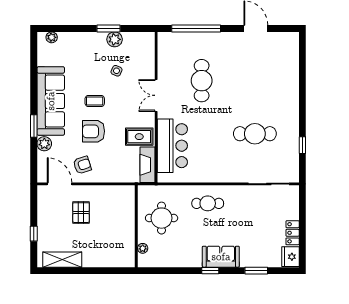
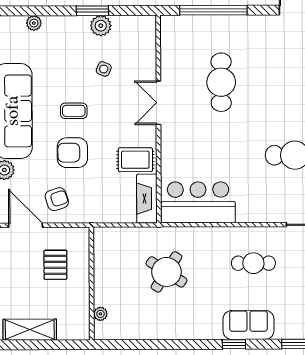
plant: (52, 37) -> (34, 23), moved
bar counter: (172, 146) -> (198, 202), moved, turned -90
cafe table: (208, 203) -> (253, 263), moved
round table: (162, 218) -> (166, 272), turned 33
wall: (136, 226) -> (92, 284), moved
plant: (143, 248) -> (100, 314), moved

